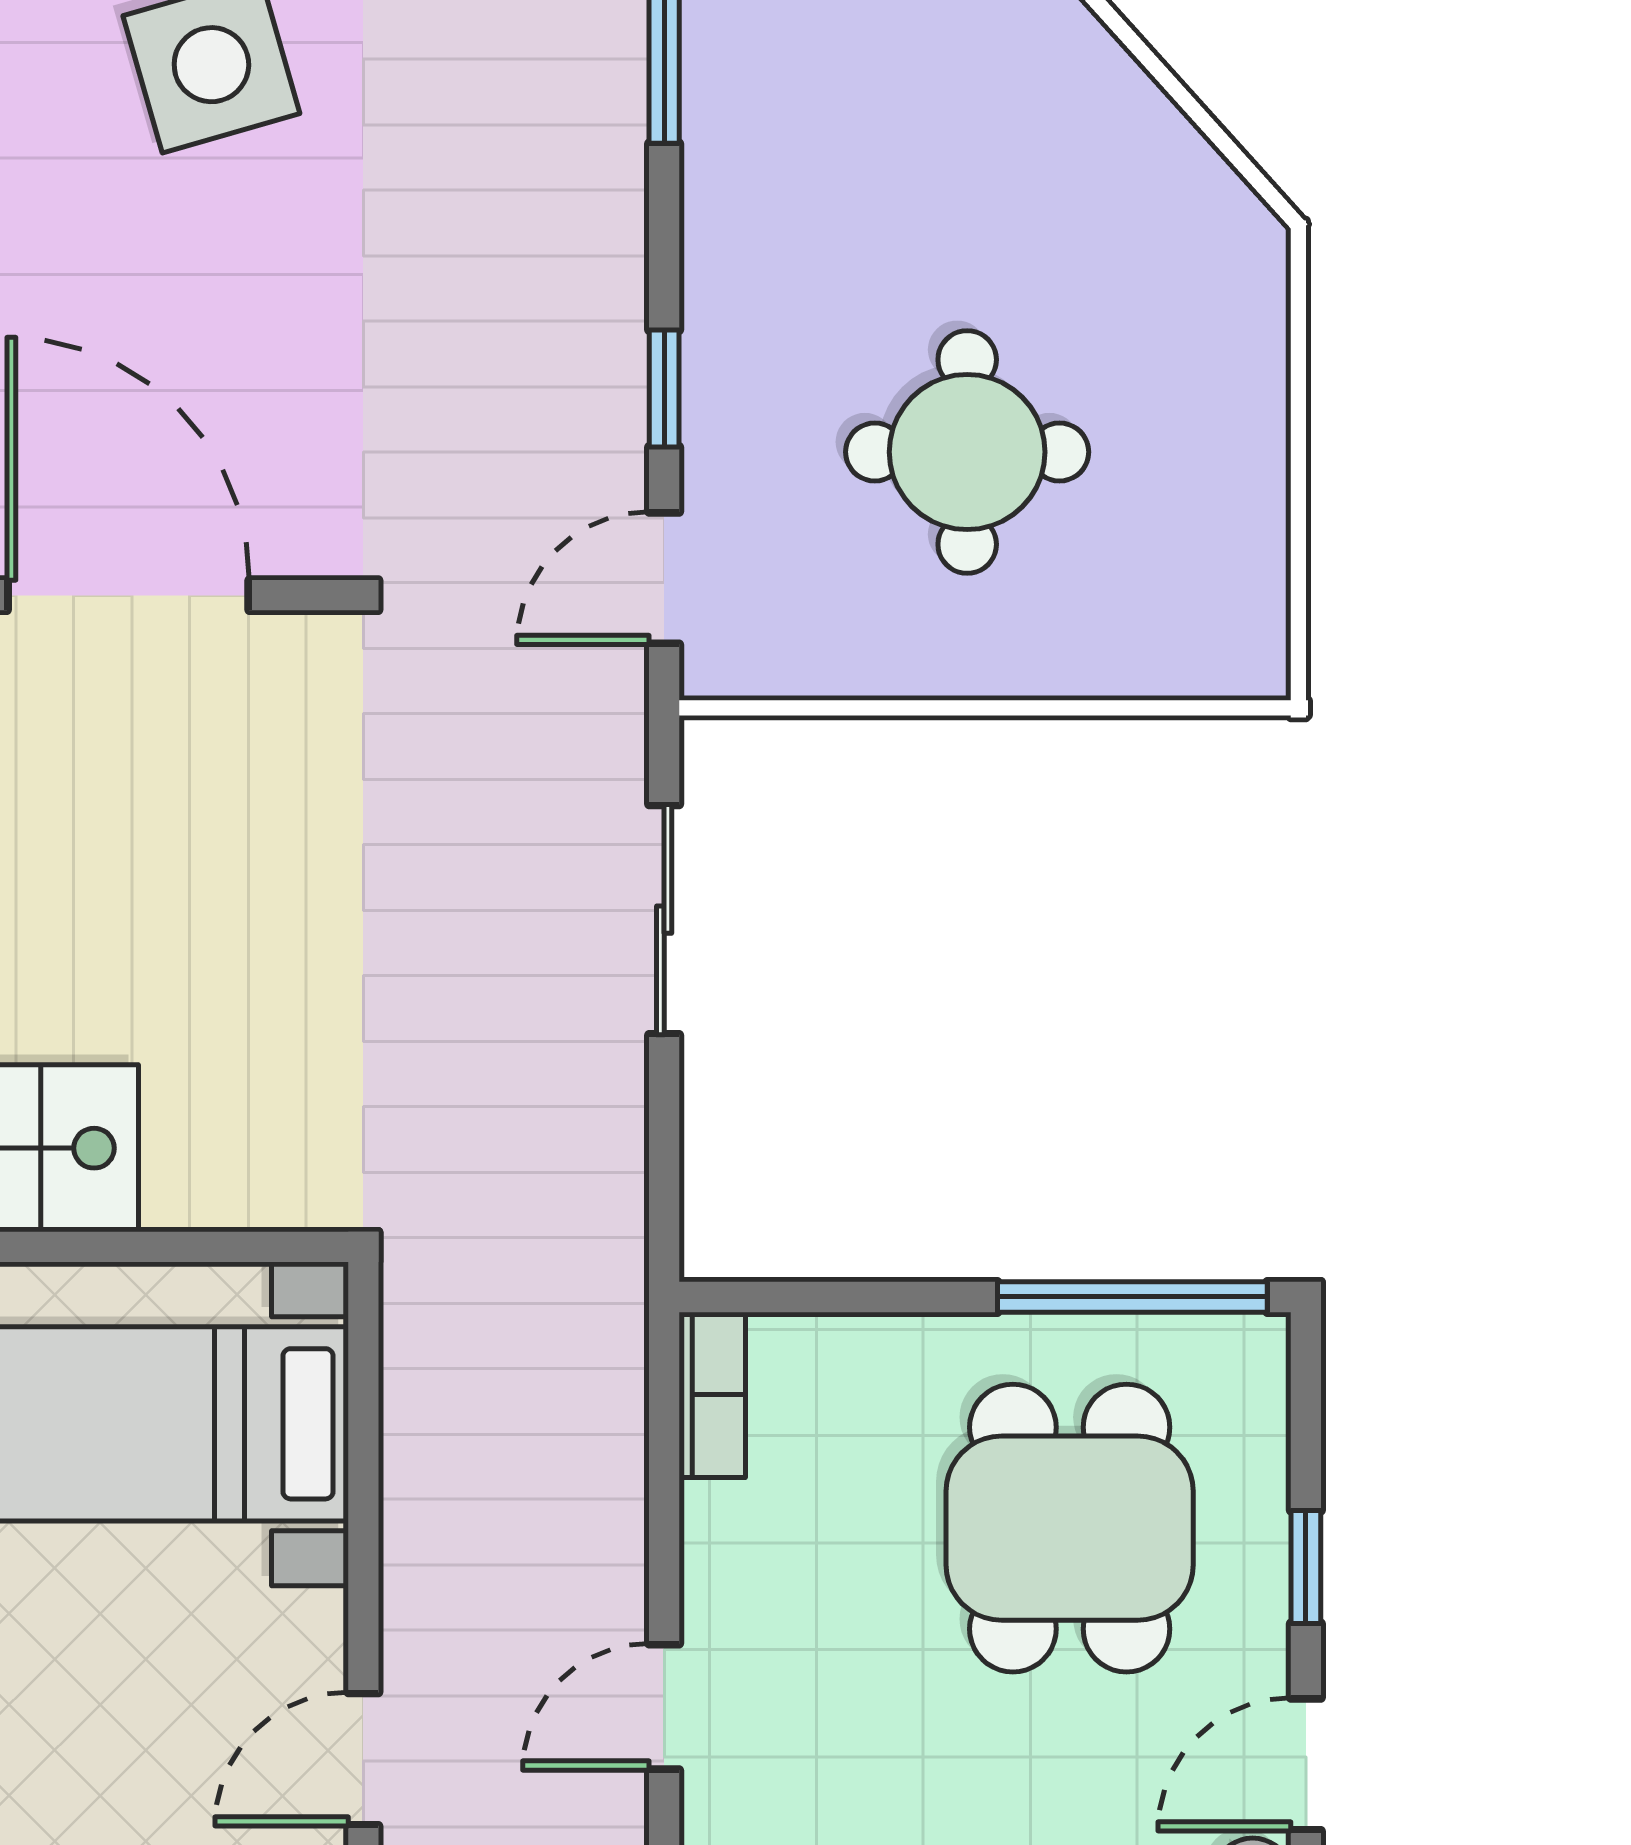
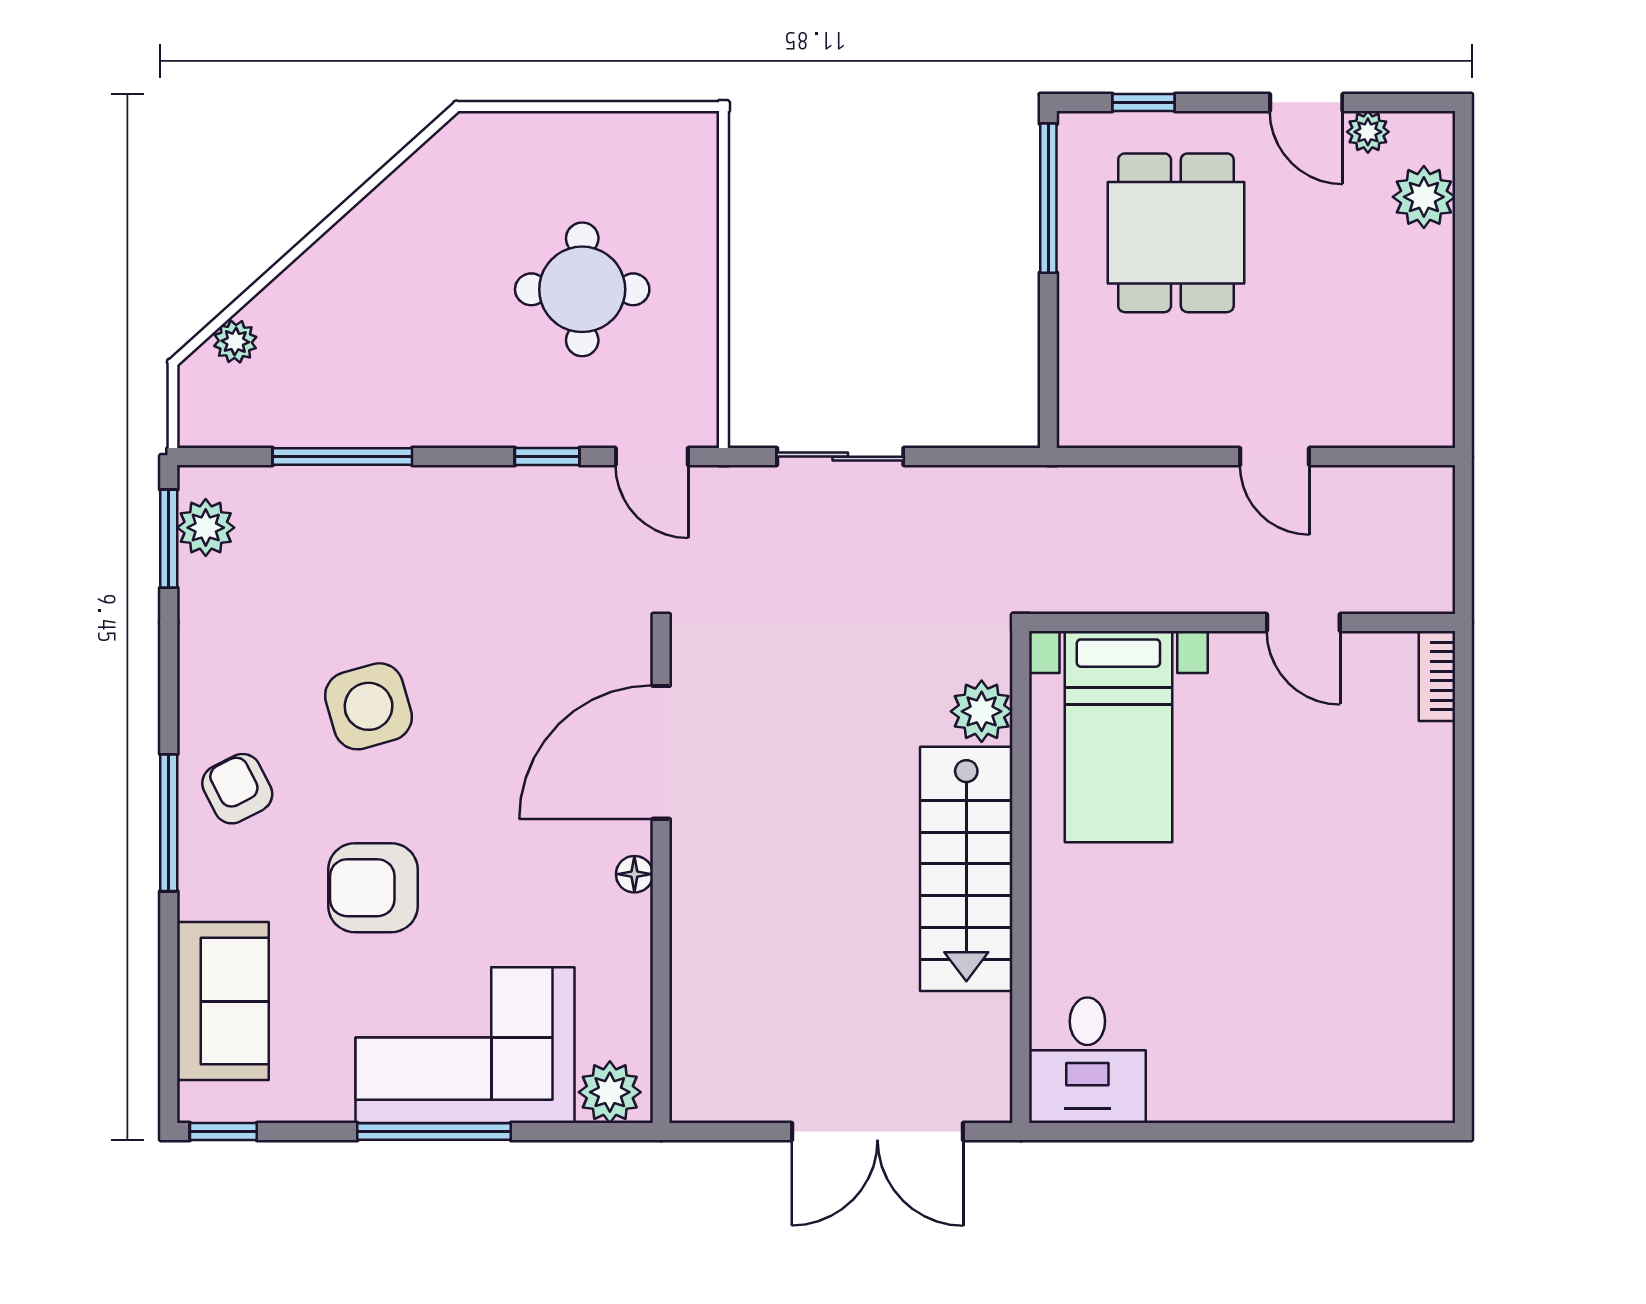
plant: (202, 1176) -> (982, 711), added
bookcase: (712, 1395) -> (1102, 430), removed
dining table: (1070, 1528) -> (1176, 233), turned 90
window: (1306, 1567) -> (1144, 102), moved

